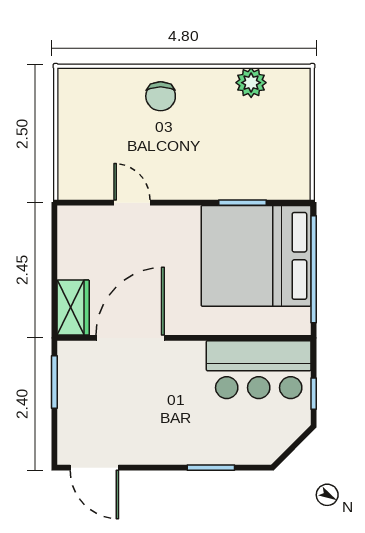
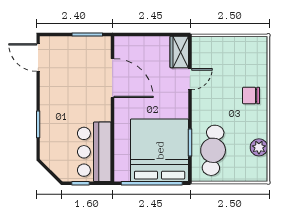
cafe table: (256, 163) -> (213, 150), added
wardrobe: (73, 308) -> (179, 52), moved, turned 90
door: (94, 468) -> (38, 57), hinge flipped

